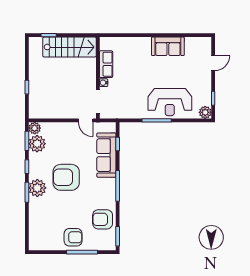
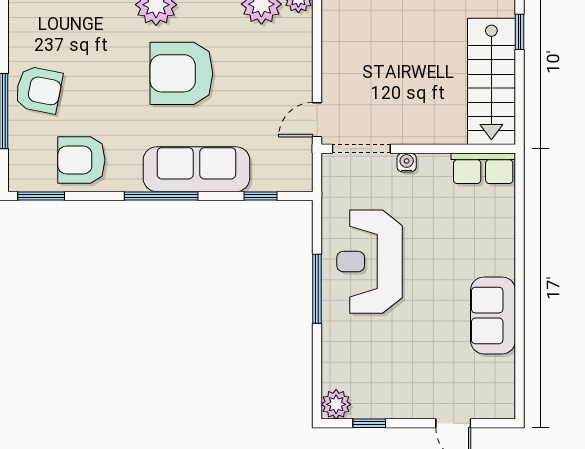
row of seats: (106, 64) -> (483, 168), moved
reception desk: (170, 102) -> (370, 262), moved
sofa: (106, 155) -> (196, 169), moved
armchair: (66, 177) -> (181, 73), turned -90
armchair: (103, 219) -> (81, 160), turned -90
armchair: (73, 237) -> (39, 90), turned -79

